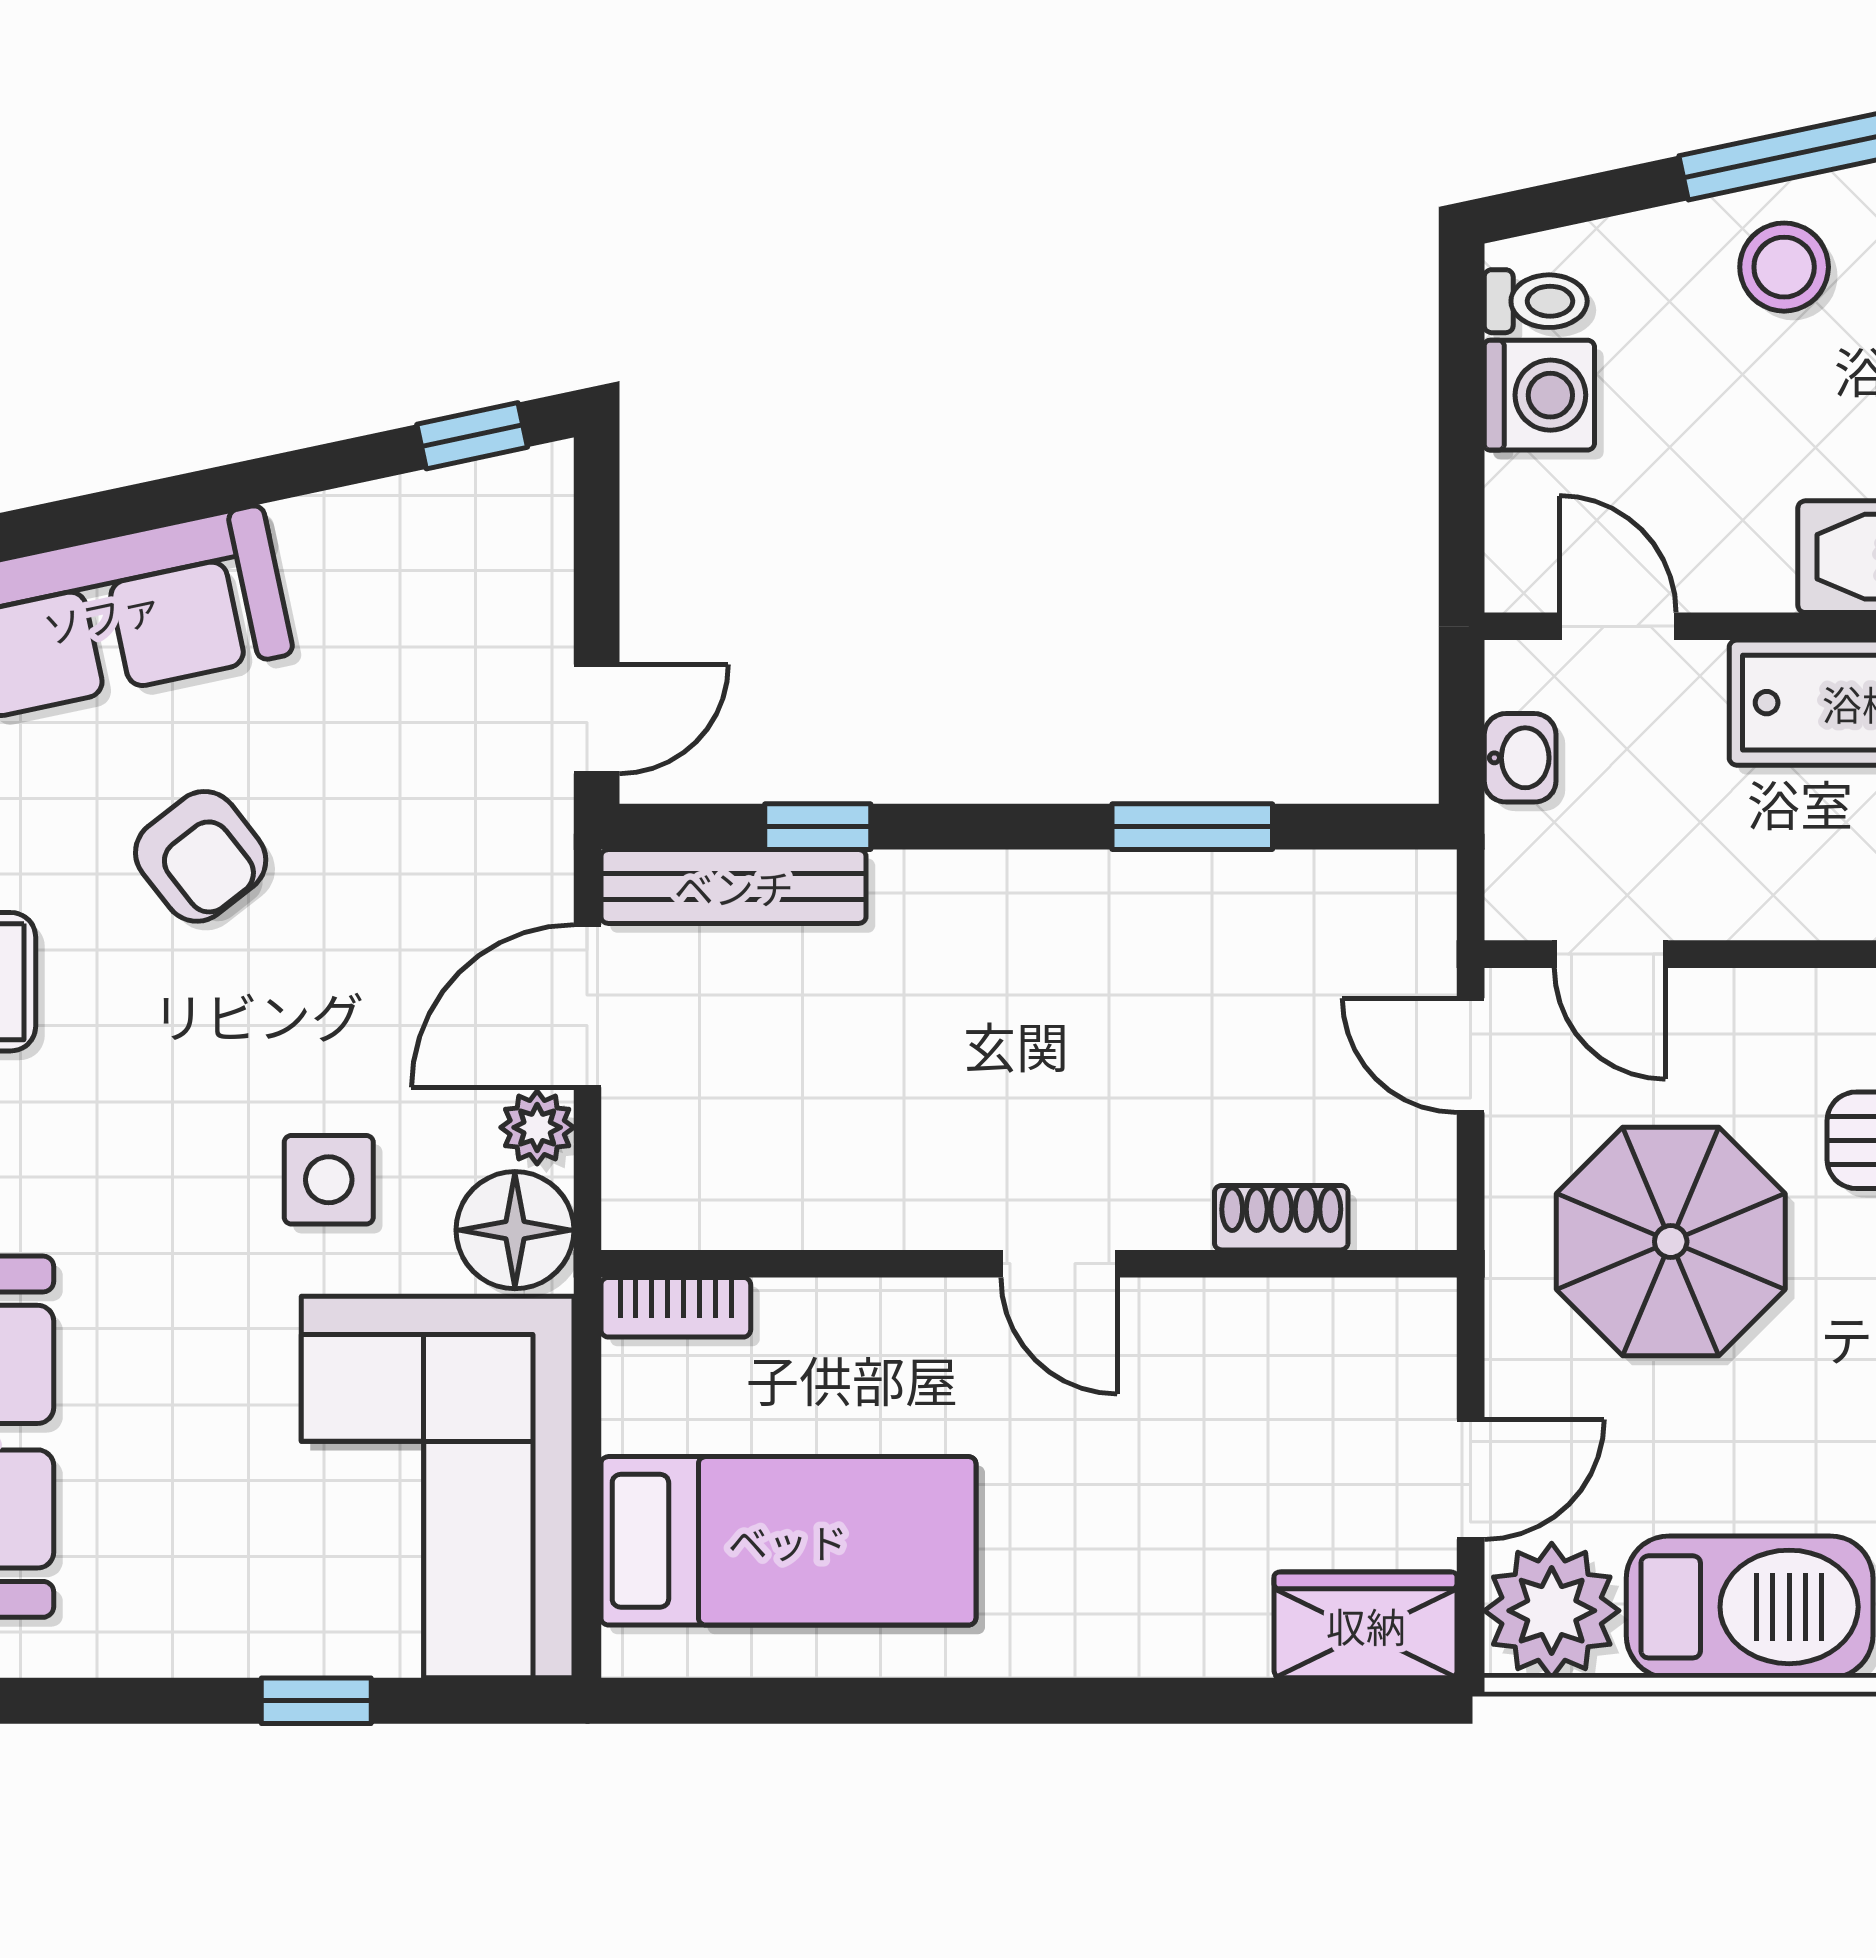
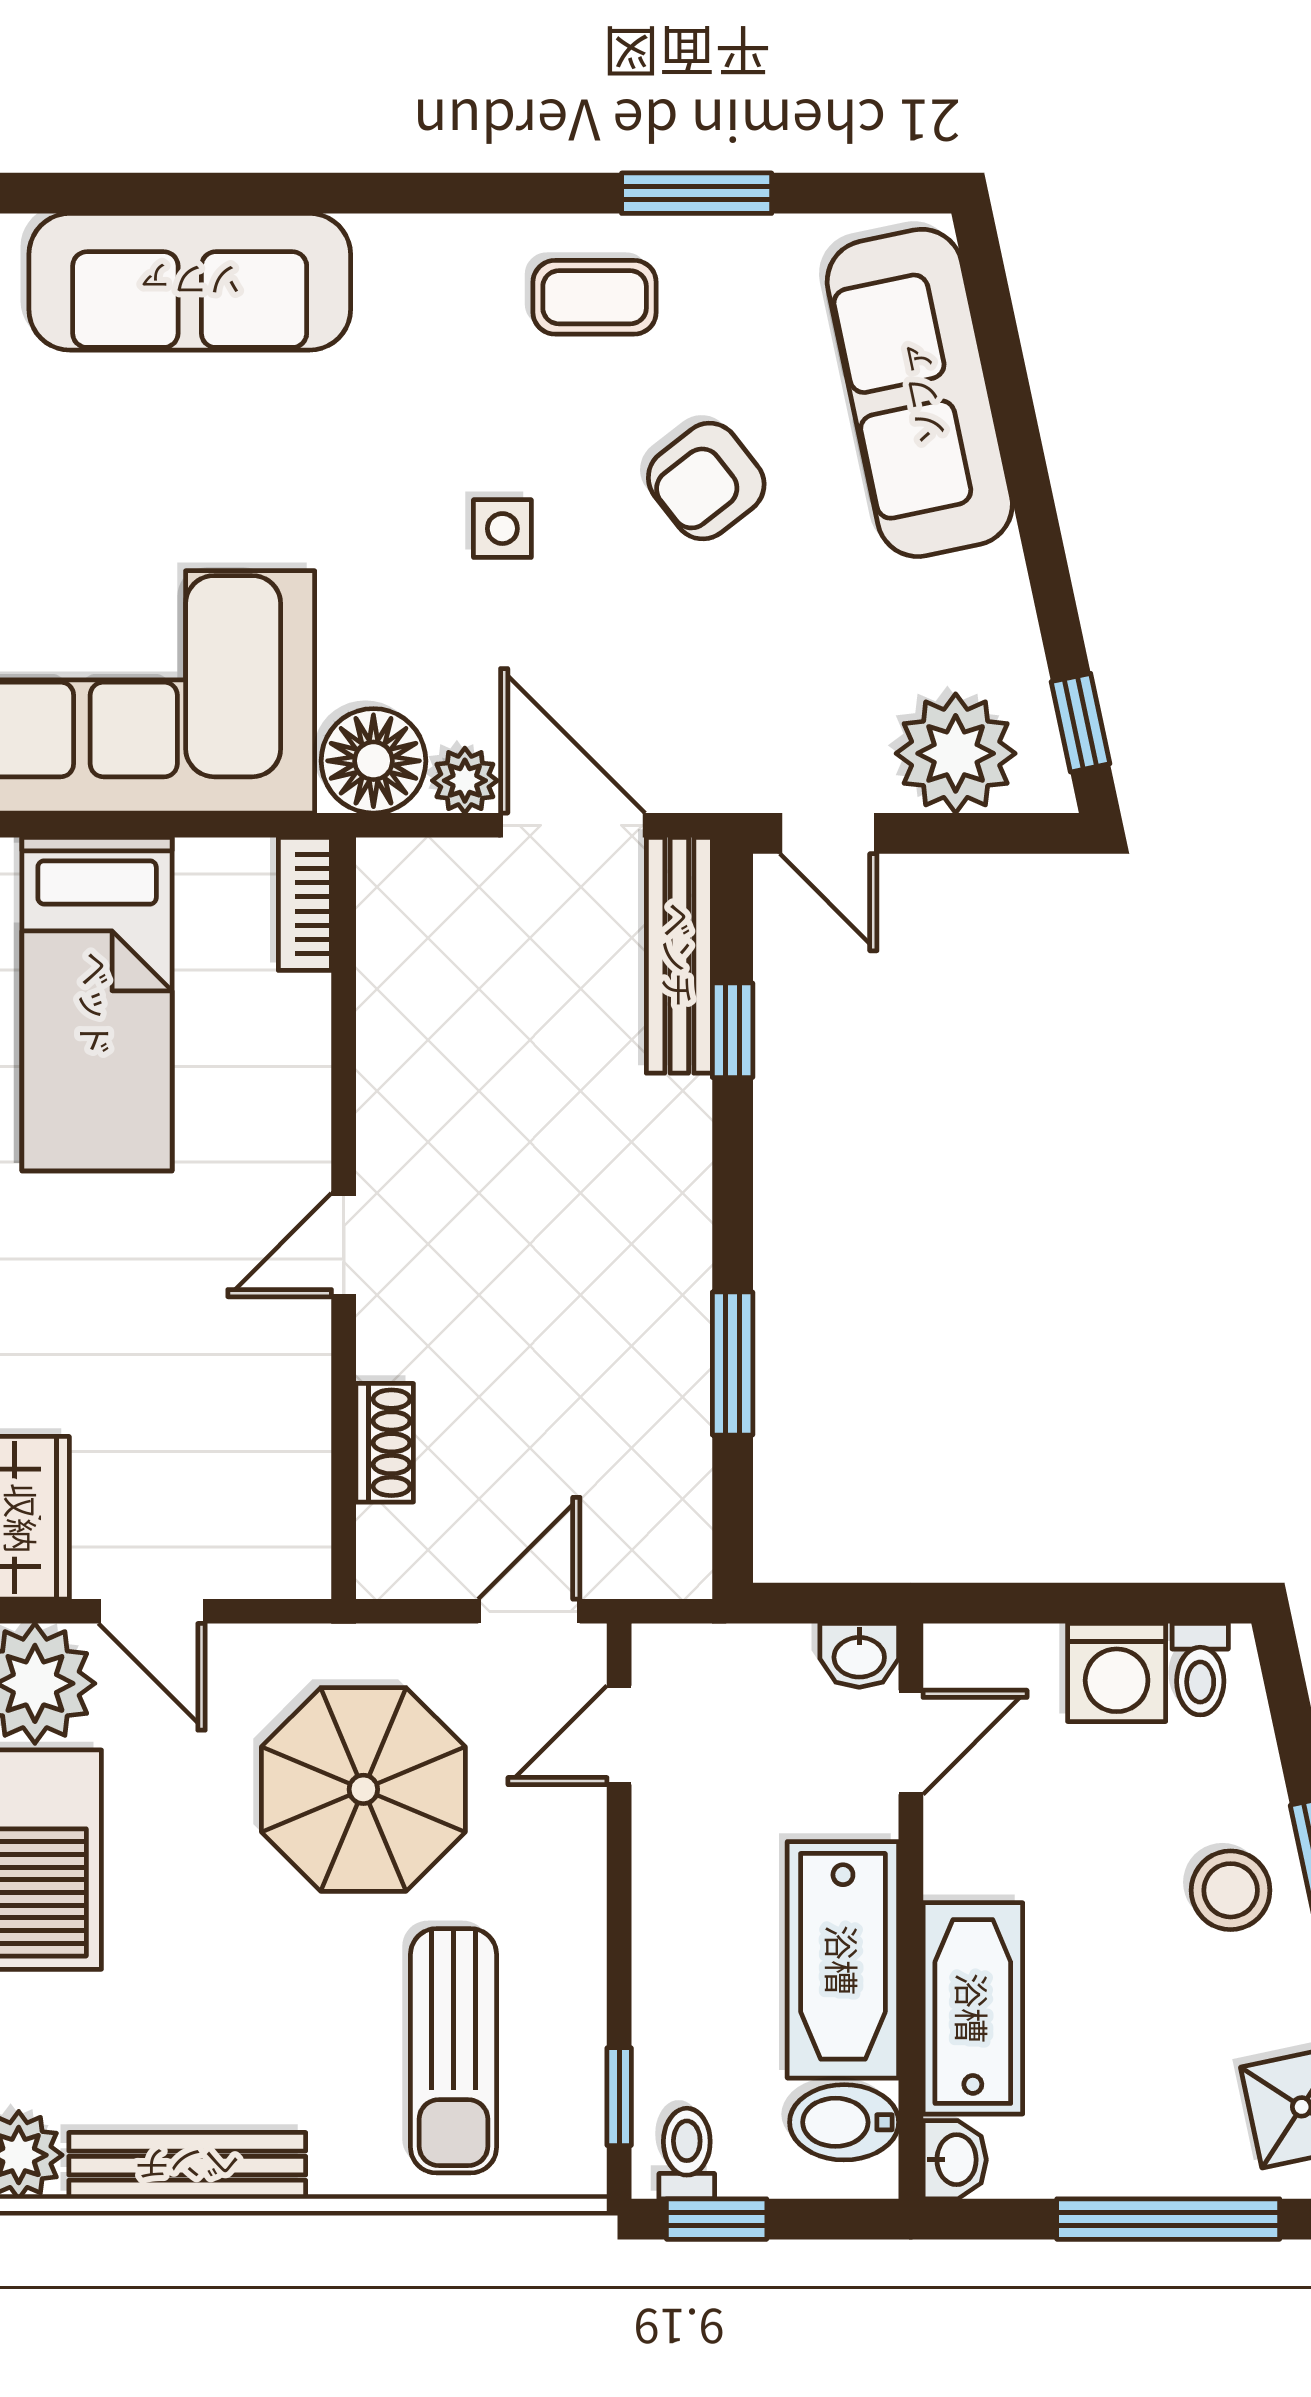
plant: (507, 576) -> (956, 753), added
washbasin: (1520, 758) -> (859, 1655), moved
side table: (329, 1180) -> (502, 529), moved, width x0.73, depth x0.73

